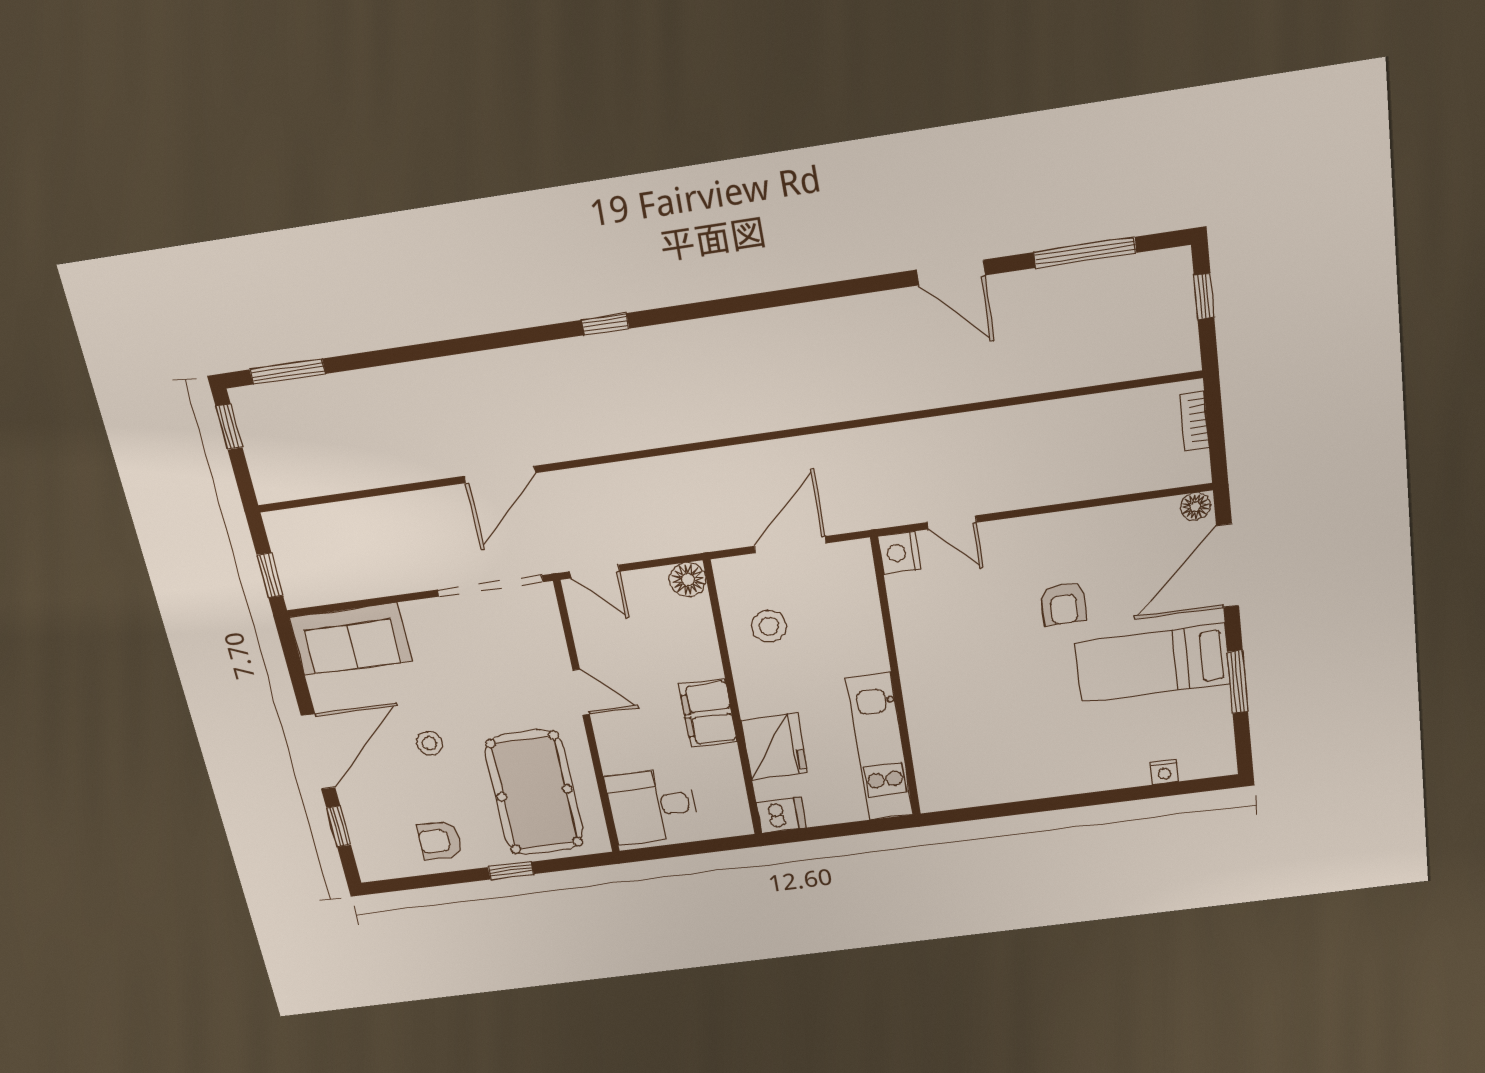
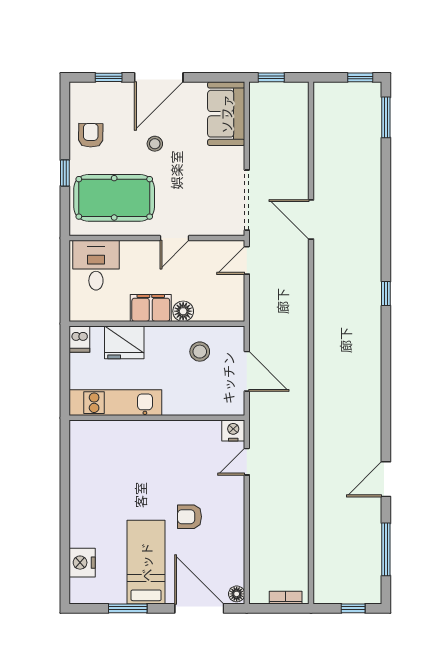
floor lamp: (688, 580) -> (183, 311), moved
door: (318, 752) -> (159, 77), hinge flipped
nightstand: (1164, 772) -> (82, 563), width x1.89, depth x1.79

